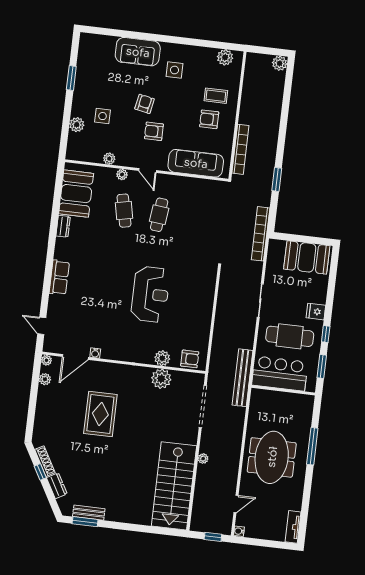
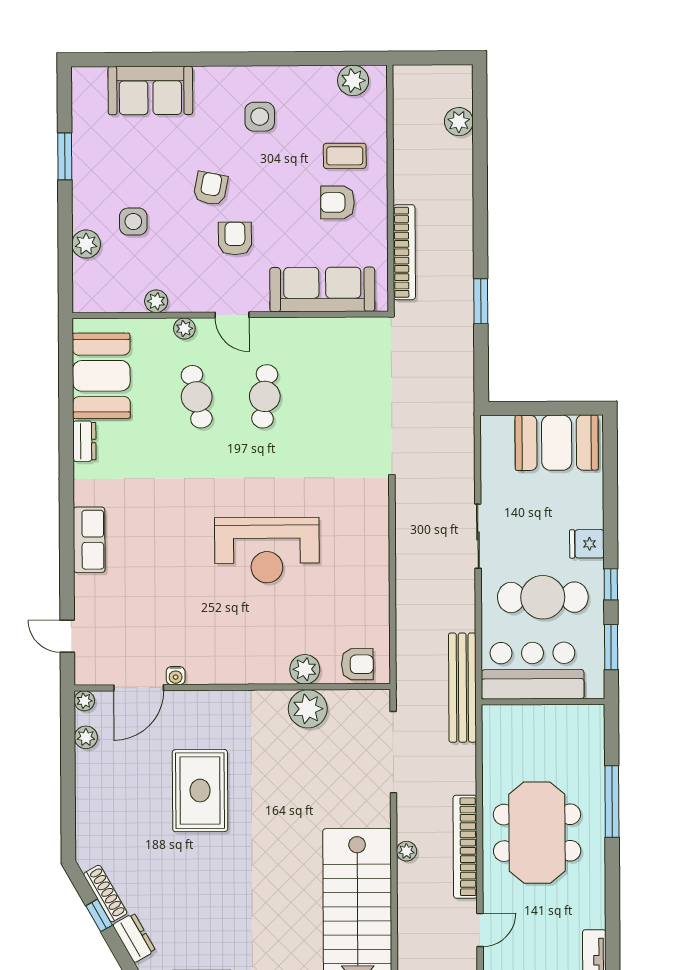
sofa: (138, 52) -> (150, 90), moved
plant: (280, 63) -> (459, 122), moved
armchair: (154, 131) -> (235, 238), turned 90
bookcase: (261, 234) -> (465, 847), moved
reception desk: (150, 294) -> (267, 550), turned 90

